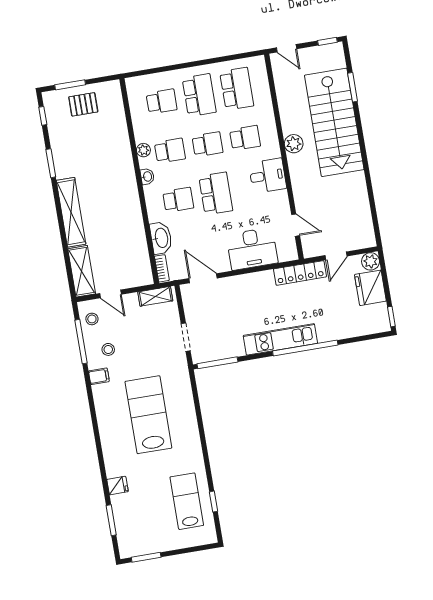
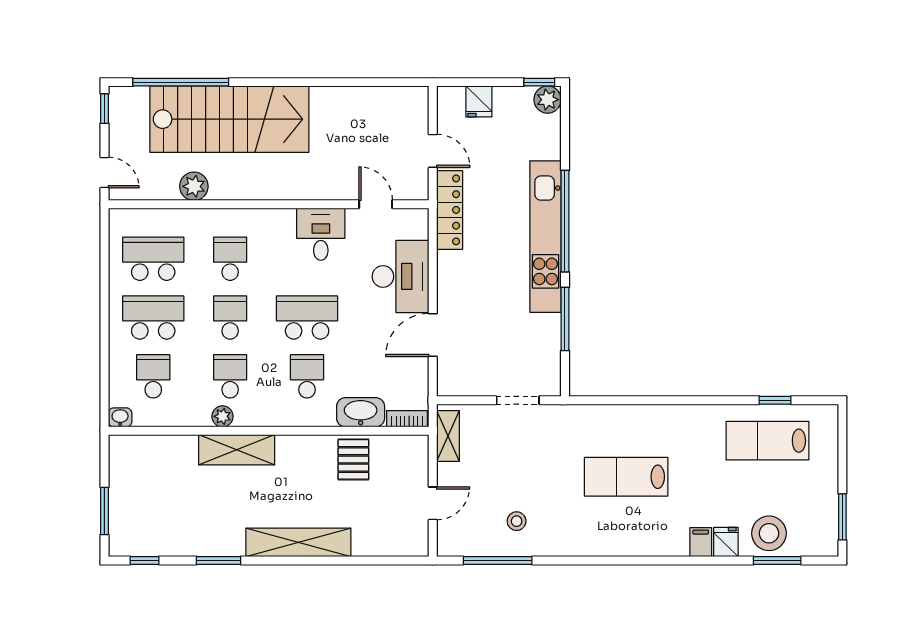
door: (287, 48) -> (104, 173), hinge flipped
window: (353, 87) -> (181, 82), width x2.11
pallet: (83, 104) -> (353, 459), moved
plant: (294, 144) -> (194, 186), moved
desk: (268, 176) -> (321, 234), moved
washbasin: (147, 177) -> (120, 417), moved
door: (296, 225) -> (376, 204), hinge flipped
plant: (371, 261) -> (548, 100), moved
shelving: (82, 271) -> (237, 450), moved
door: (203, 278) -> (433, 335), moved
fridge: (370, 288) -> (479, 101), width x0.53, depth x0.75
stool: (92, 319) -> (769, 533), moved, width x1.89, depth x1.89
kitchen unit: (280, 339) -> (546, 237), width x1.36
window: (217, 363) -> (565, 319), moved
filing cabinet: (99, 376) -> (701, 542), moved
lab bench: (148, 415) -> (626, 477), width x0.73, depth x0.72

